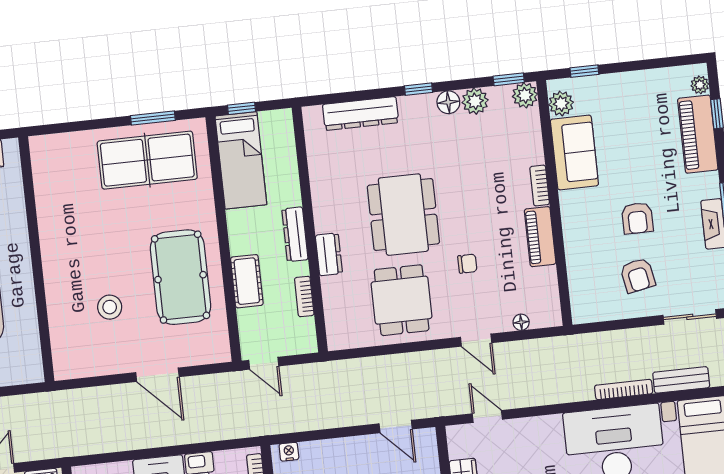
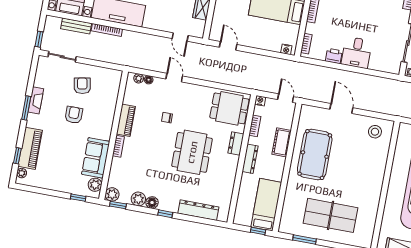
table tennis table: (147, 160) -> (331, 215), moved
dining table: (402, 300) -> (229, 108), moved, turned 90
stool: (110, 307) -> (375, 132), moved
plant: (540, 319) -> (139, 78), added
nightstand: (308, 345) -> (260, 101), added

